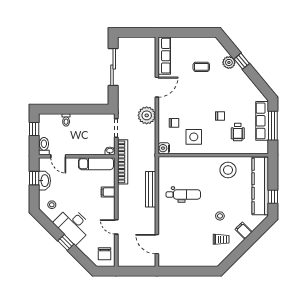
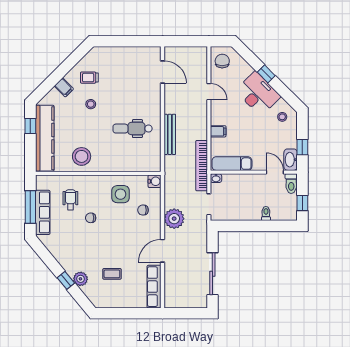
washbasin: (44, 181) -> (291, 160), moved

